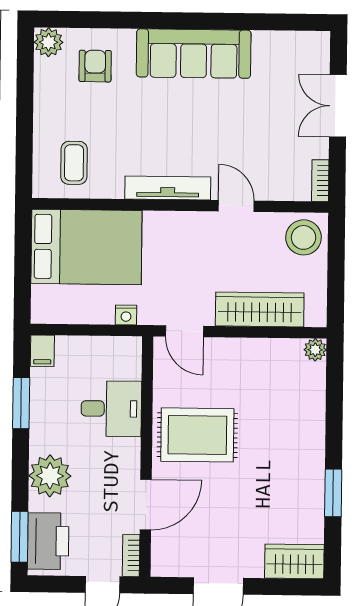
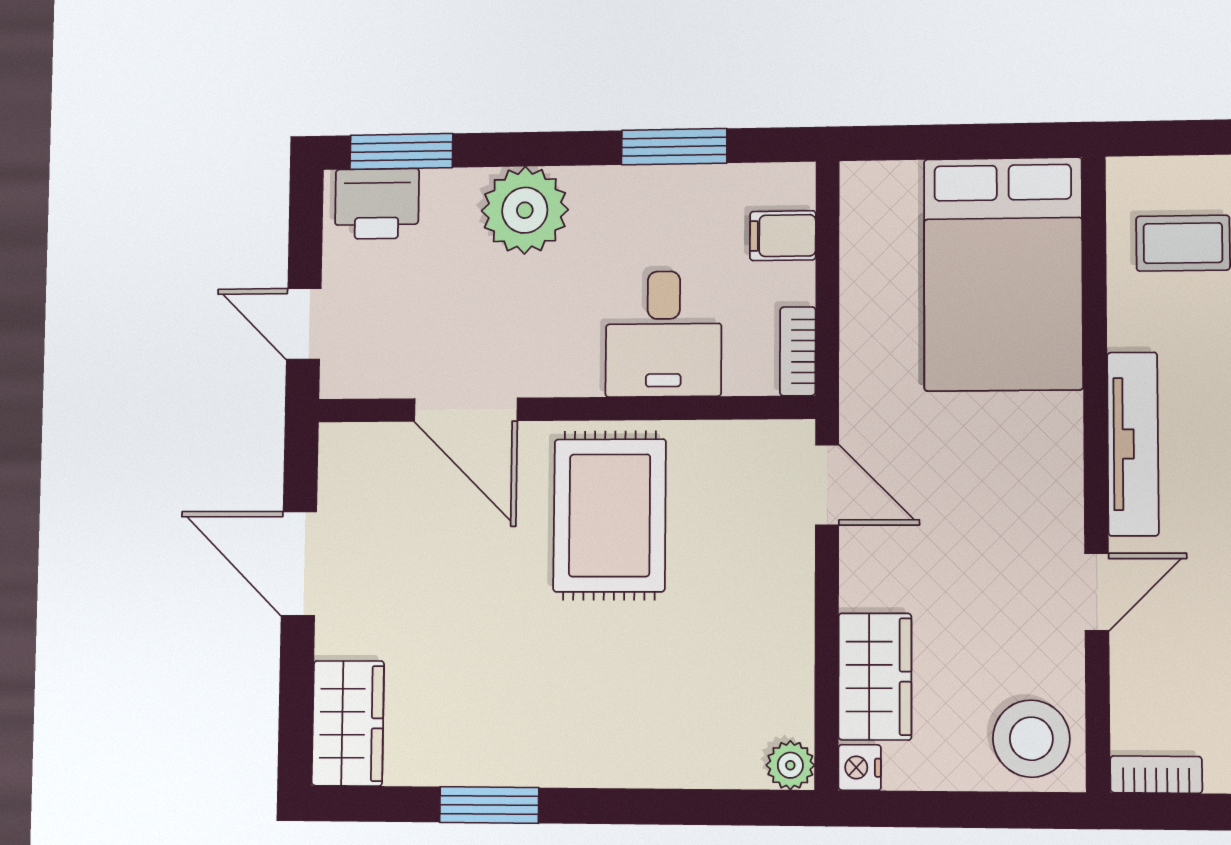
wardrobe: (260, 309) -> (875, 677), width x0.67
nightstand: (126, 315) -> (860, 768), moved
door: (185, 331) -> (827, 485), swing flipped
filing cabinet: (42, 351) -> (783, 236), moved
printer: (48, 541) -> (377, 204), width x0.73, depth x0.84
bookcase: (131, 556) -> (798, 351), moved, turned -90

